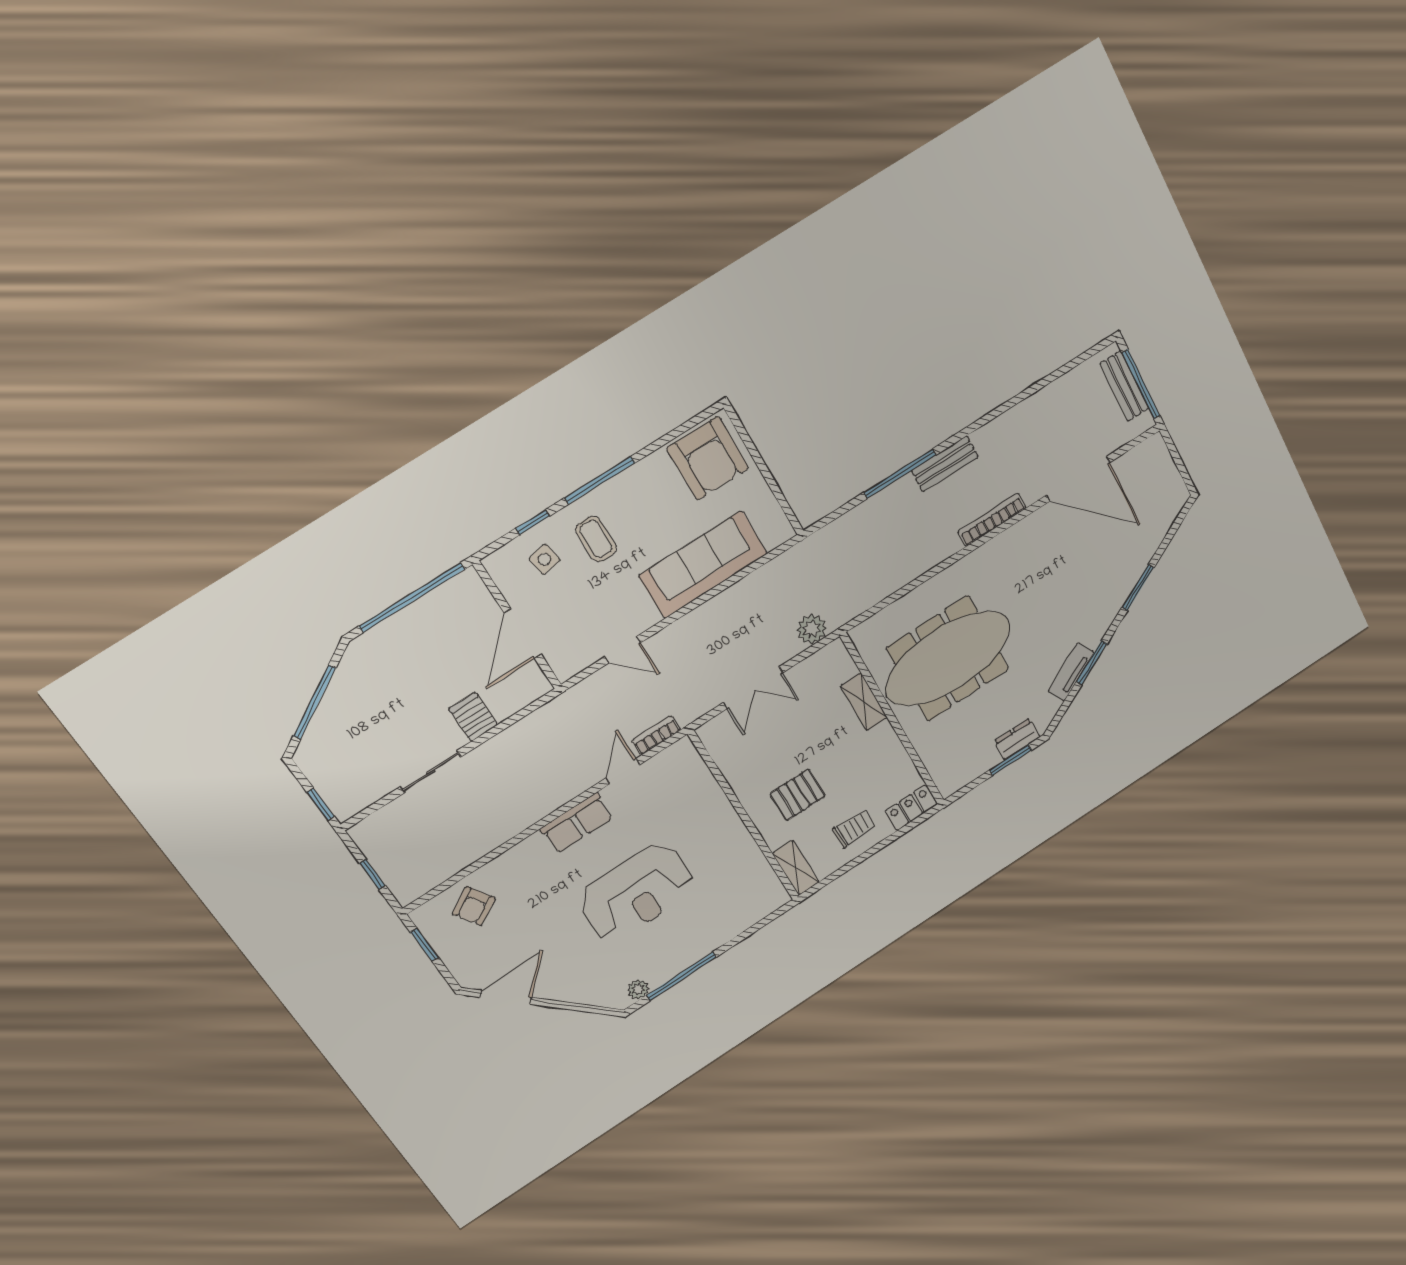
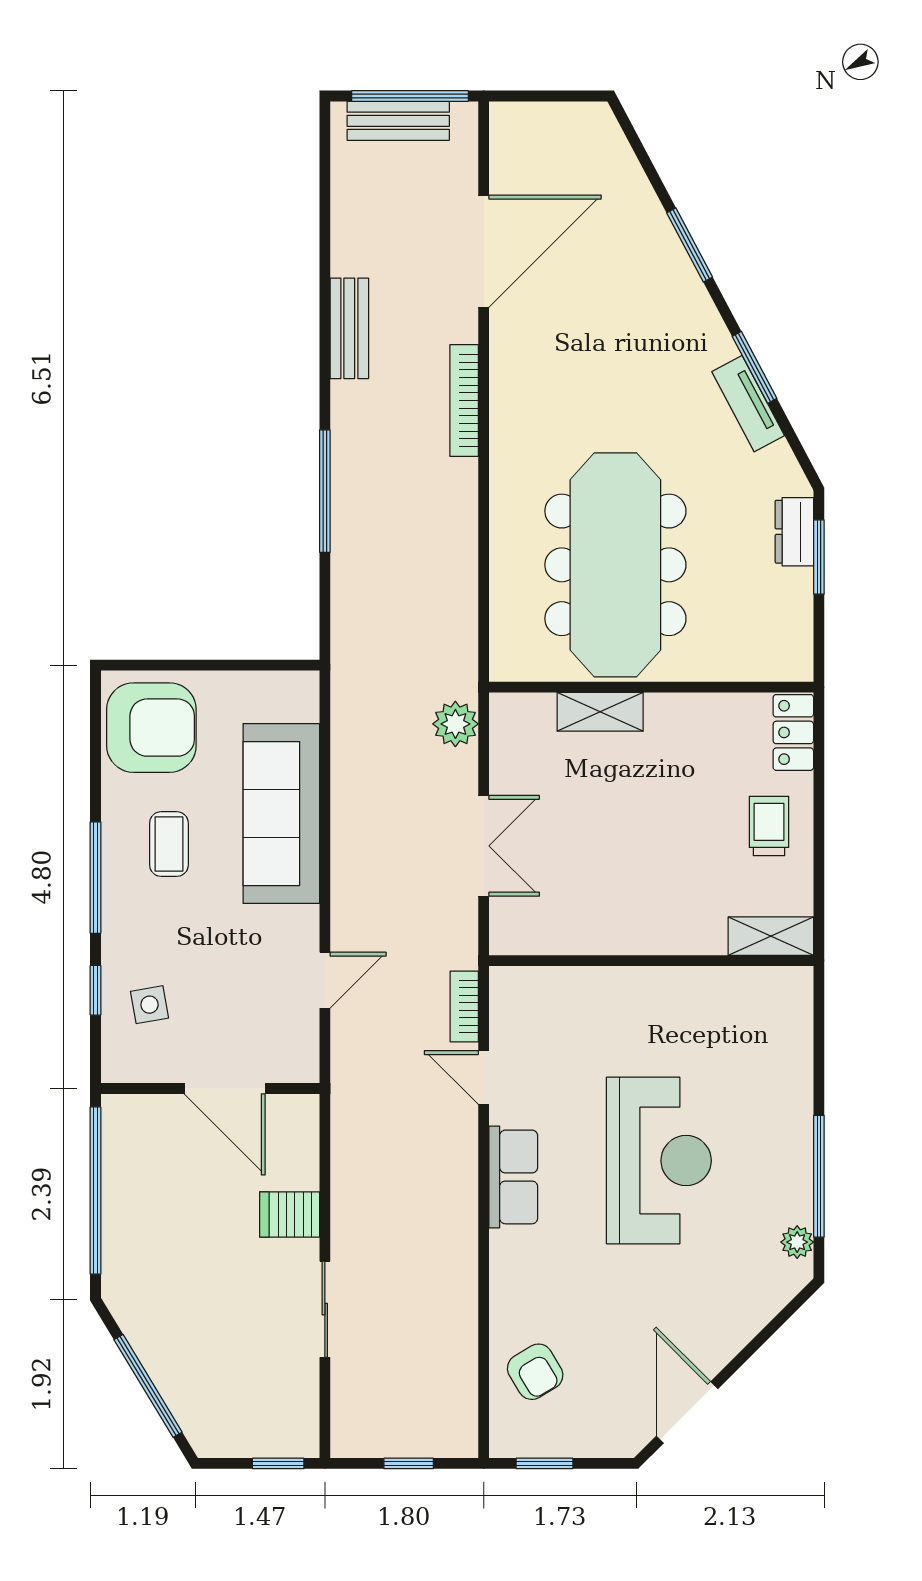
bench: (945, 464) -> (349, 328), moved
coffee table: (596, 539) -> (169, 844), moved, turned 90
pallet: (798, 795) -> (670, 873), removed

